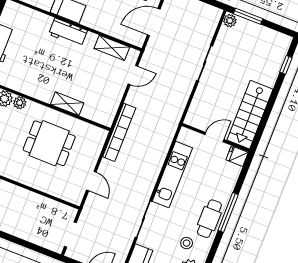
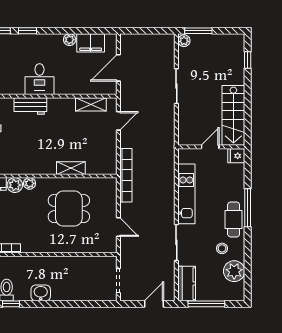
workbench: (68, 32) -> (30, 106), moved

